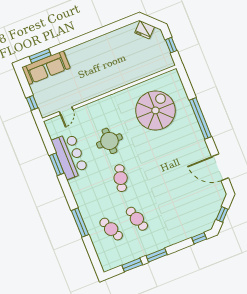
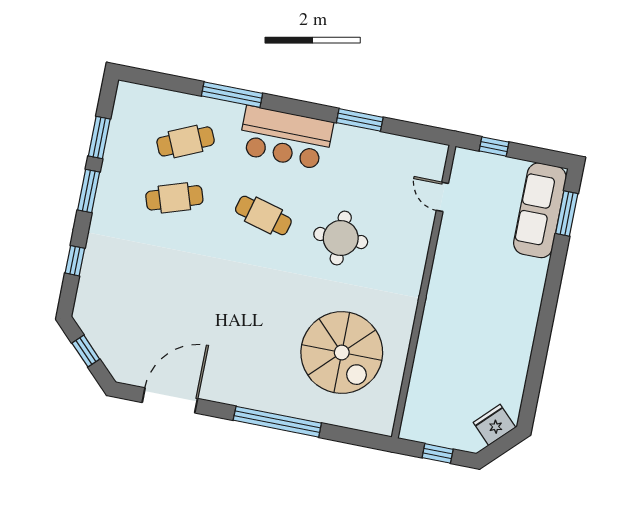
bar counter: (70, 156) -> (286, 138), moved
window: (199, 238) -> (75, 261), moved

